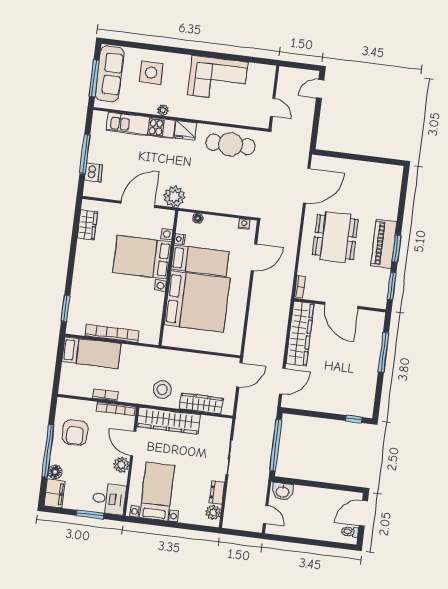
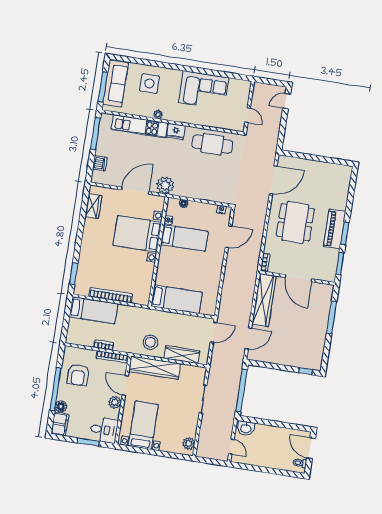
window: (85, 154) -> (95, 134), moved
bed: (197, 302) -> (177, 299), moved, width x0.49
dresser: (217, 492) -> (192, 427), removed
door: (363, 513) -> (311, 448), hinge flipped

